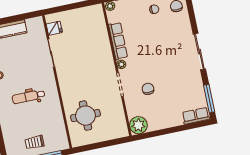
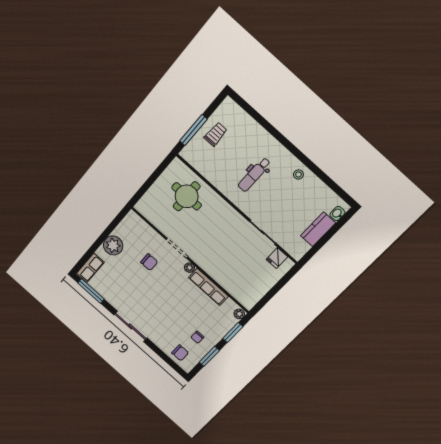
dental chair: (28, 97) -> (254, 175), turned 180
plant: (138, 125) -> (113, 245), moved

